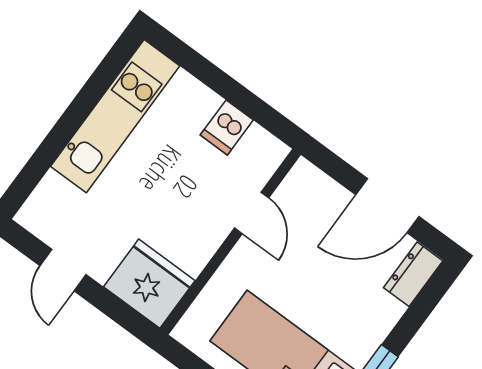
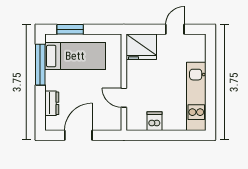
door: (63, 270) -> (175, 29), hinge flipped
dresser: (413, 274) -> (52, 103), moved

